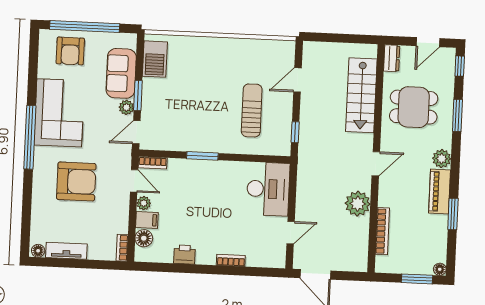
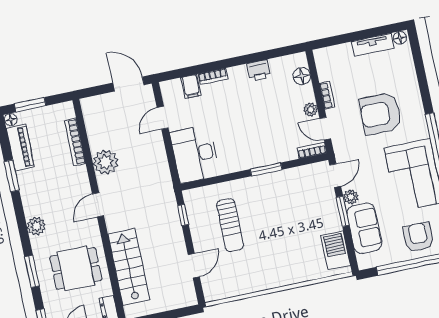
piano: (440, 191) -> (20, 148), moved
filing cabinet: (147, 220) -> (191, 86), moved, turned -90
bookcase: (122, 248) -> (327, 95), moved

